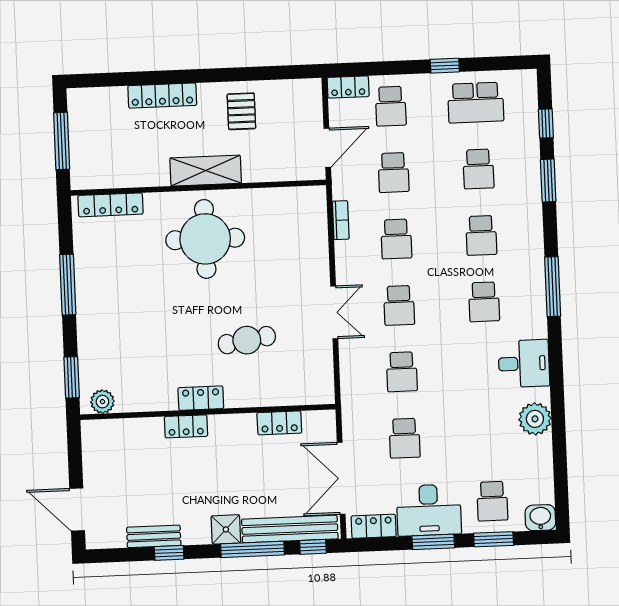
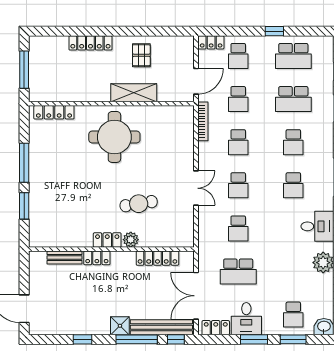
school desk: (478, 169) -> (293, 99), width x1.85
shelving: (206, 171) -> (134, 93), moved
bookcase: (341, 220) -> (203, 121), width x1.56
window: (72, 377) -> (24, 206), moved
plant: (102, 402) -> (131, 240), moved
locker: (279, 423) -> (157, 258), width x1.53
school desk: (405, 438) -> (238, 272), width x1.85
desk: (429, 510) -> (246, 319), width x0.73
bench: (154, 536) -> (64, 258), moved

